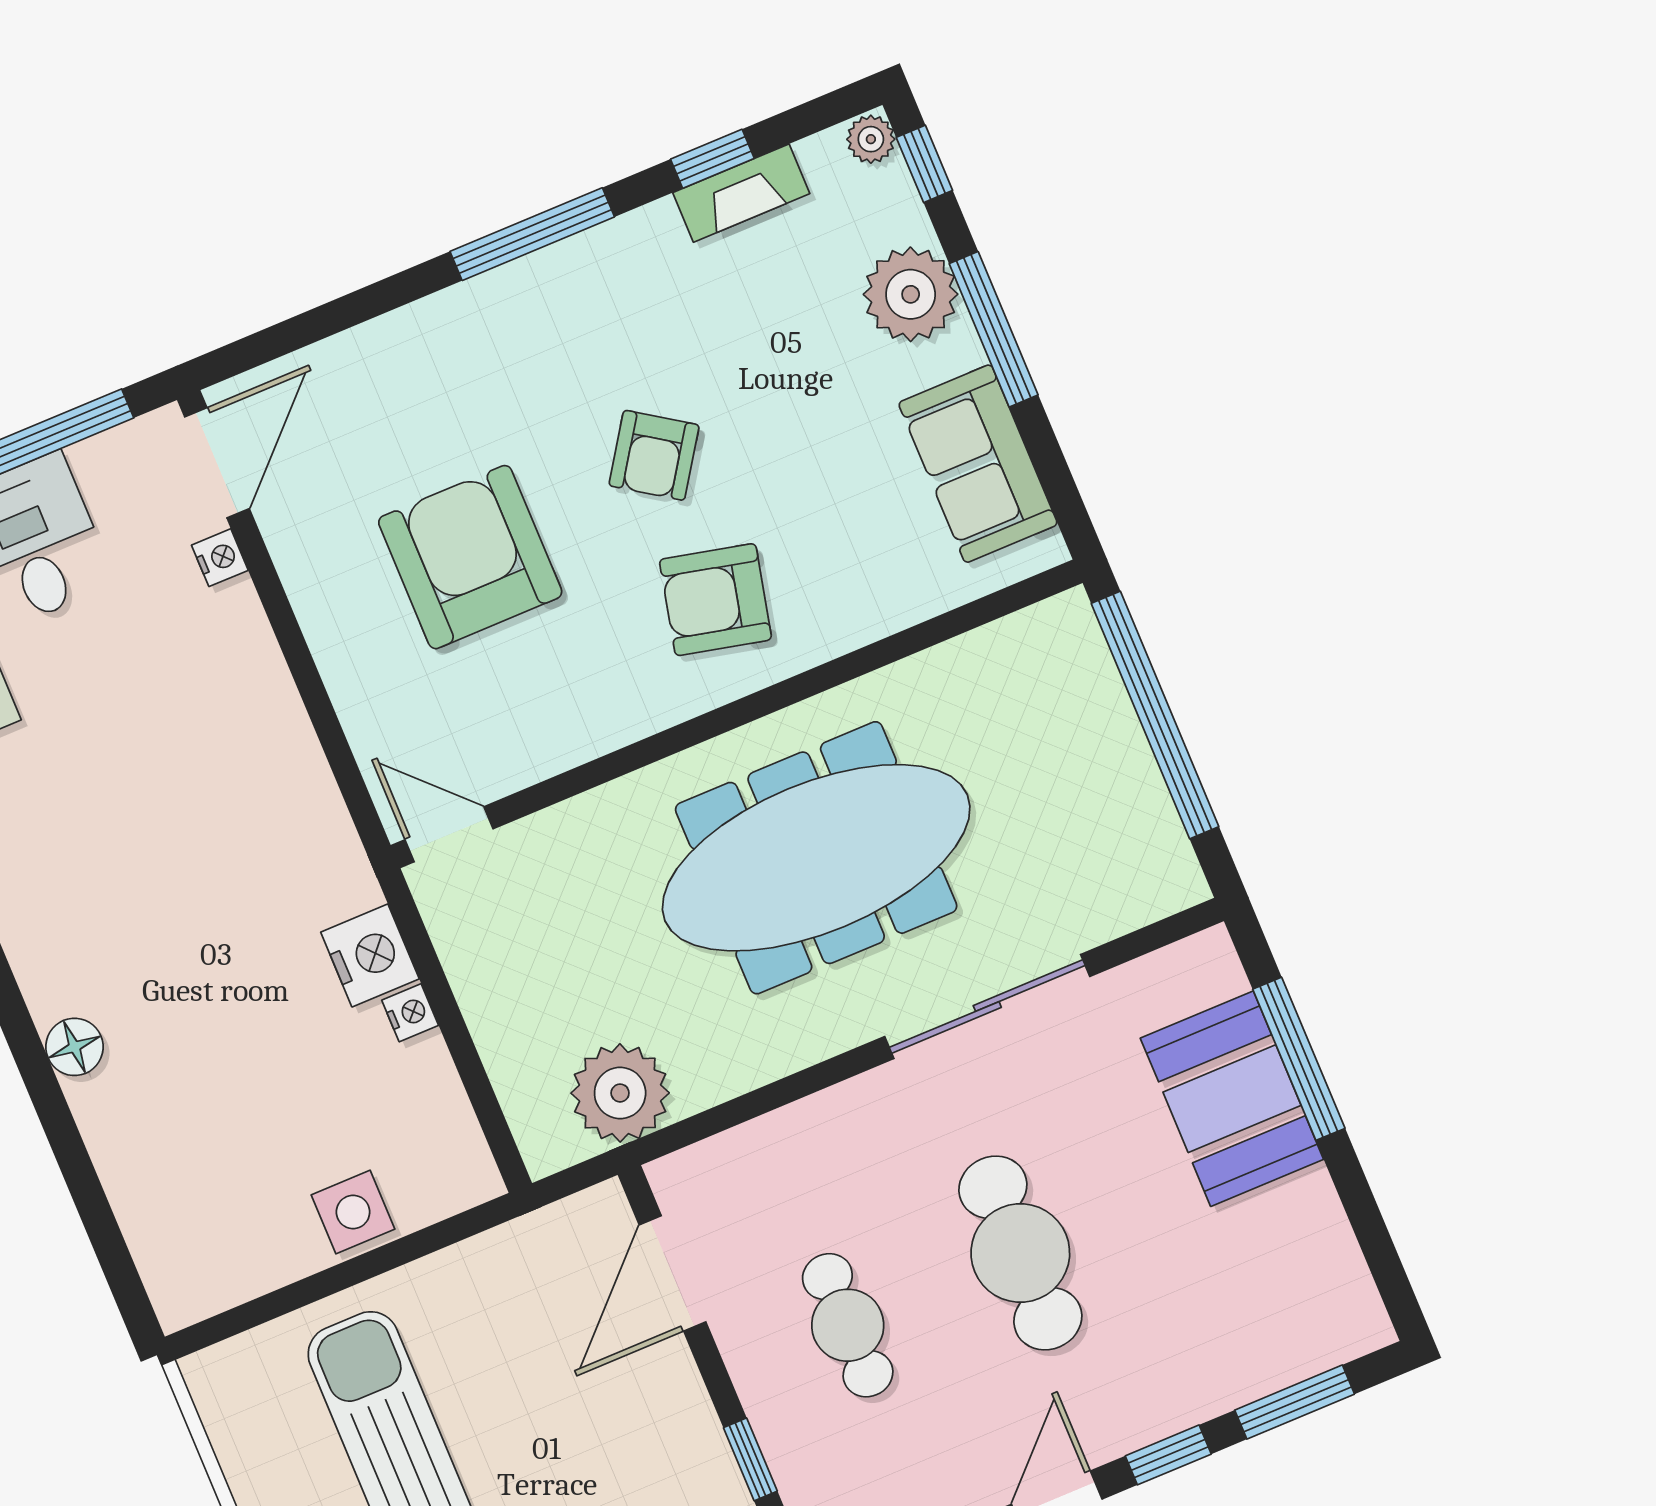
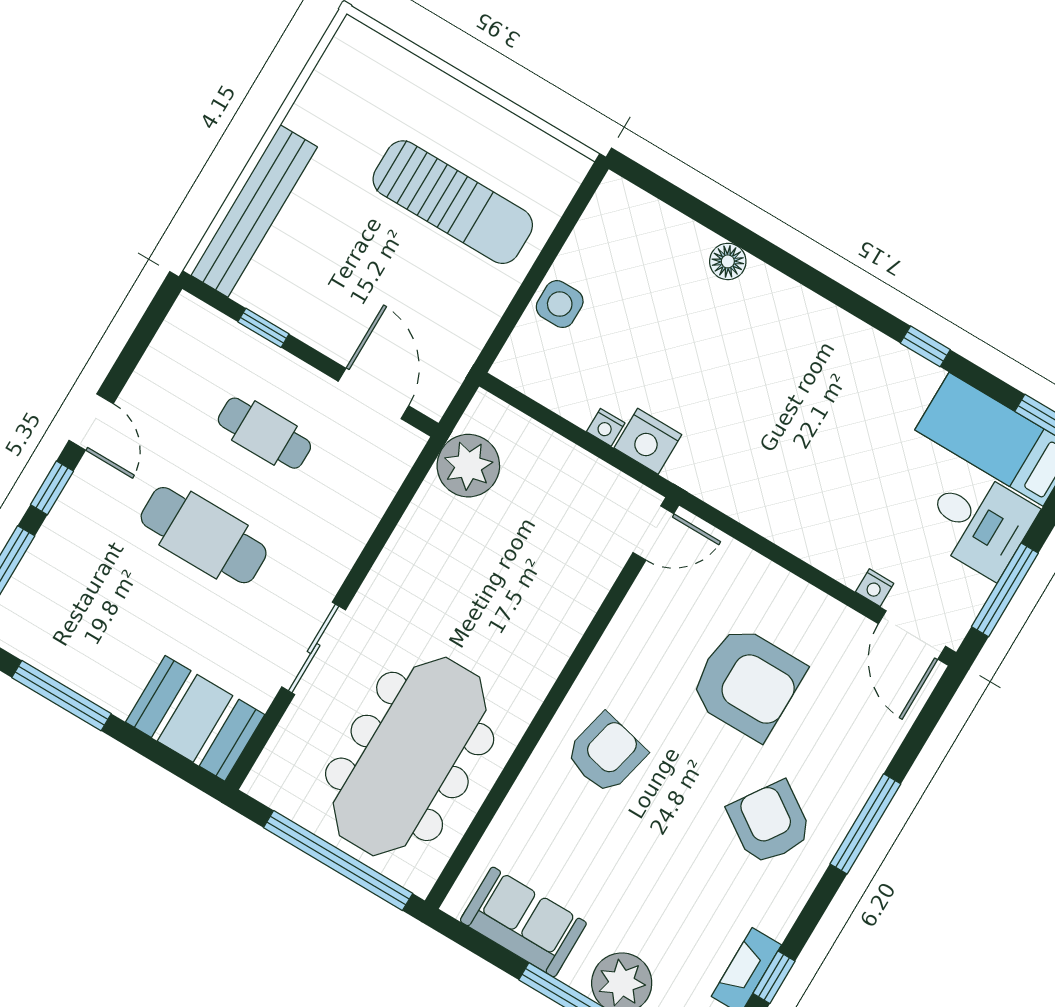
window: (532, 234) -> (865, 824), moved
armchair: (654, 455) -> (770, 823), moved, width x1.38, depth x1.38
meeting table: (816, 858) -> (410, 756), moved
sliding door: (987, 1006) -> (314, 648), width x0.73
floor lamp: (74, 1047) -> (728, 261), moved
window: (1299, 1059) -> (61, 696), moved
booth: (1232, 1099) -> (195, 718), moved

